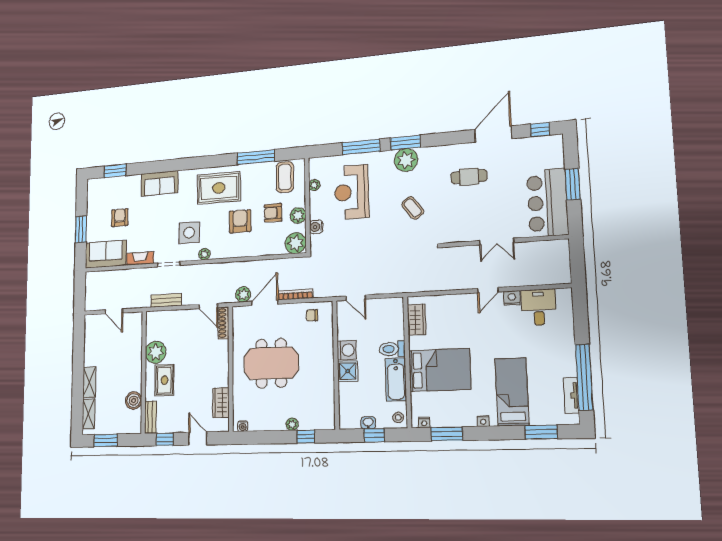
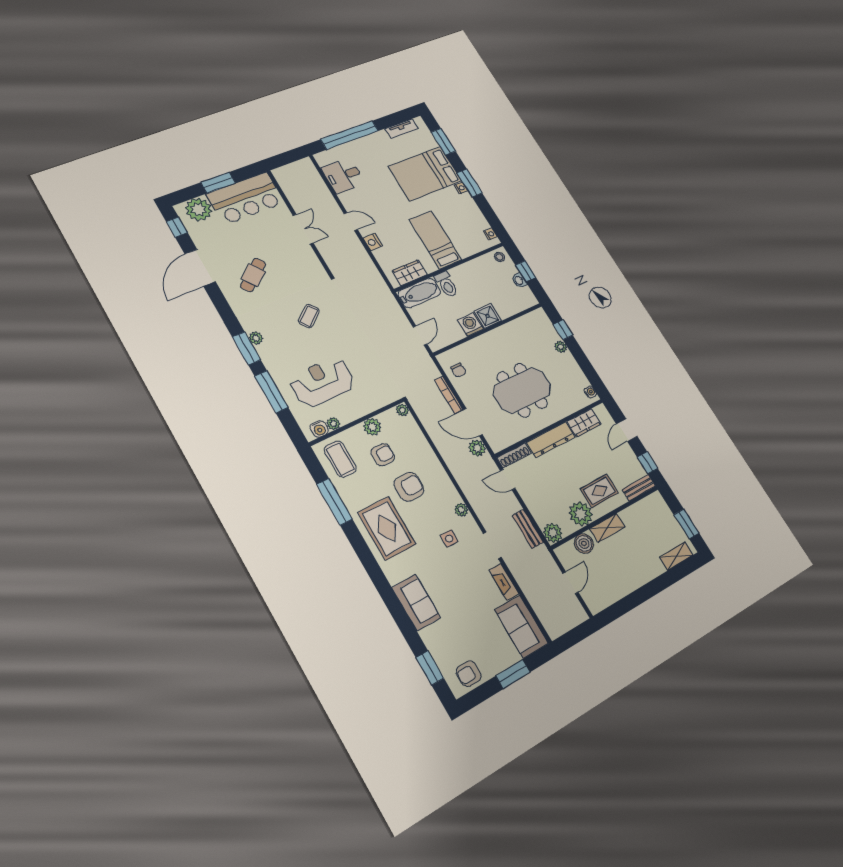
door: (493, 134) -> (200, 268), hinge flipped
plant: (551, 155) -> (199, 209), added
plant: (406, 160) -> (256, 338), width x0.53, depth x0.53
coffee table: (285, 177) -> (340, 459), turned 90
cafe table: (469, 177) -> (253, 275), turned 52
reception desk: (352, 192) -> (322, 382), turned 180
armchair: (273, 213) -> (383, 455), turned -90
armchair: (120, 218) -> (469, 674), moved
armchair: (240, 221) -> (409, 487), turned 180
water cooler: (316, 227) -> (319, 429), moved
side table: (189, 233) -> (449, 539), width x0.54, depth x0.54
plant: (295, 243) -> (402, 410), width x0.53, depth x0.53
nightstand: (512, 298) -> (373, 242), moved
door: (208, 306) -> (508, 480), swing flipped
plant: (154, 319) -> (553, 533), added
dresser: (221, 363) -> (551, 440), added
meeting table: (271, 363) -> (522, 390), turned 90
bed: (439, 370) -> (435, 240), width x0.67
window: (584, 377) -> (350, 135), moved
bathtub: (396, 379) -> (419, 293), moved
shelving: (89, 382) -> (607, 528), moved
bed: (512, 392) -> (425, 174), width x1.50
boiler: (134, 401) -> (584, 544), moved
window: (447, 434) -> (469, 183), moved

